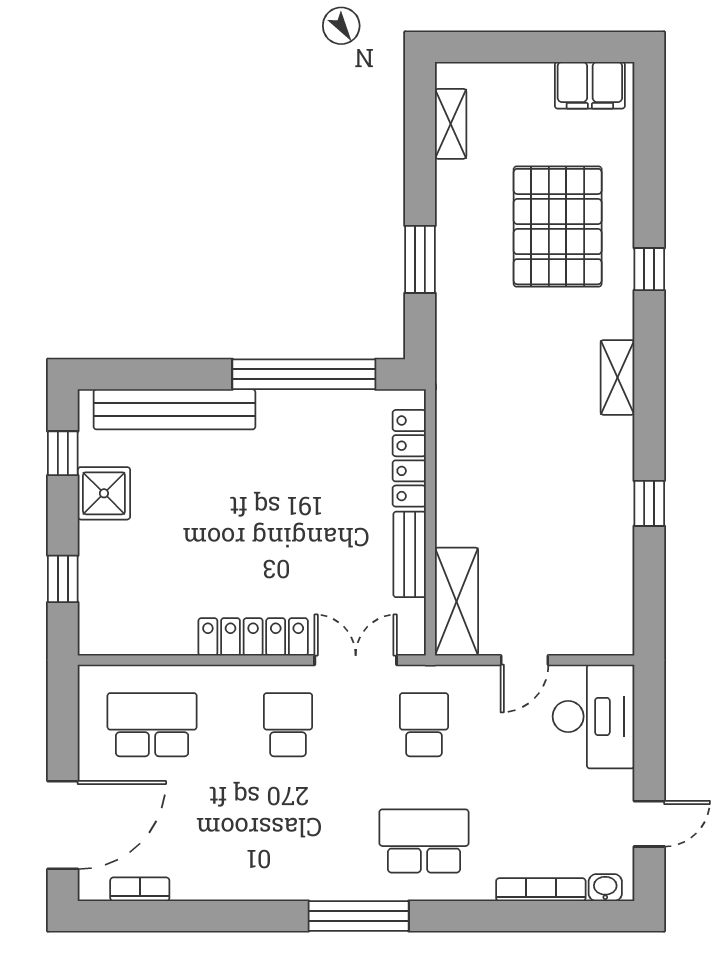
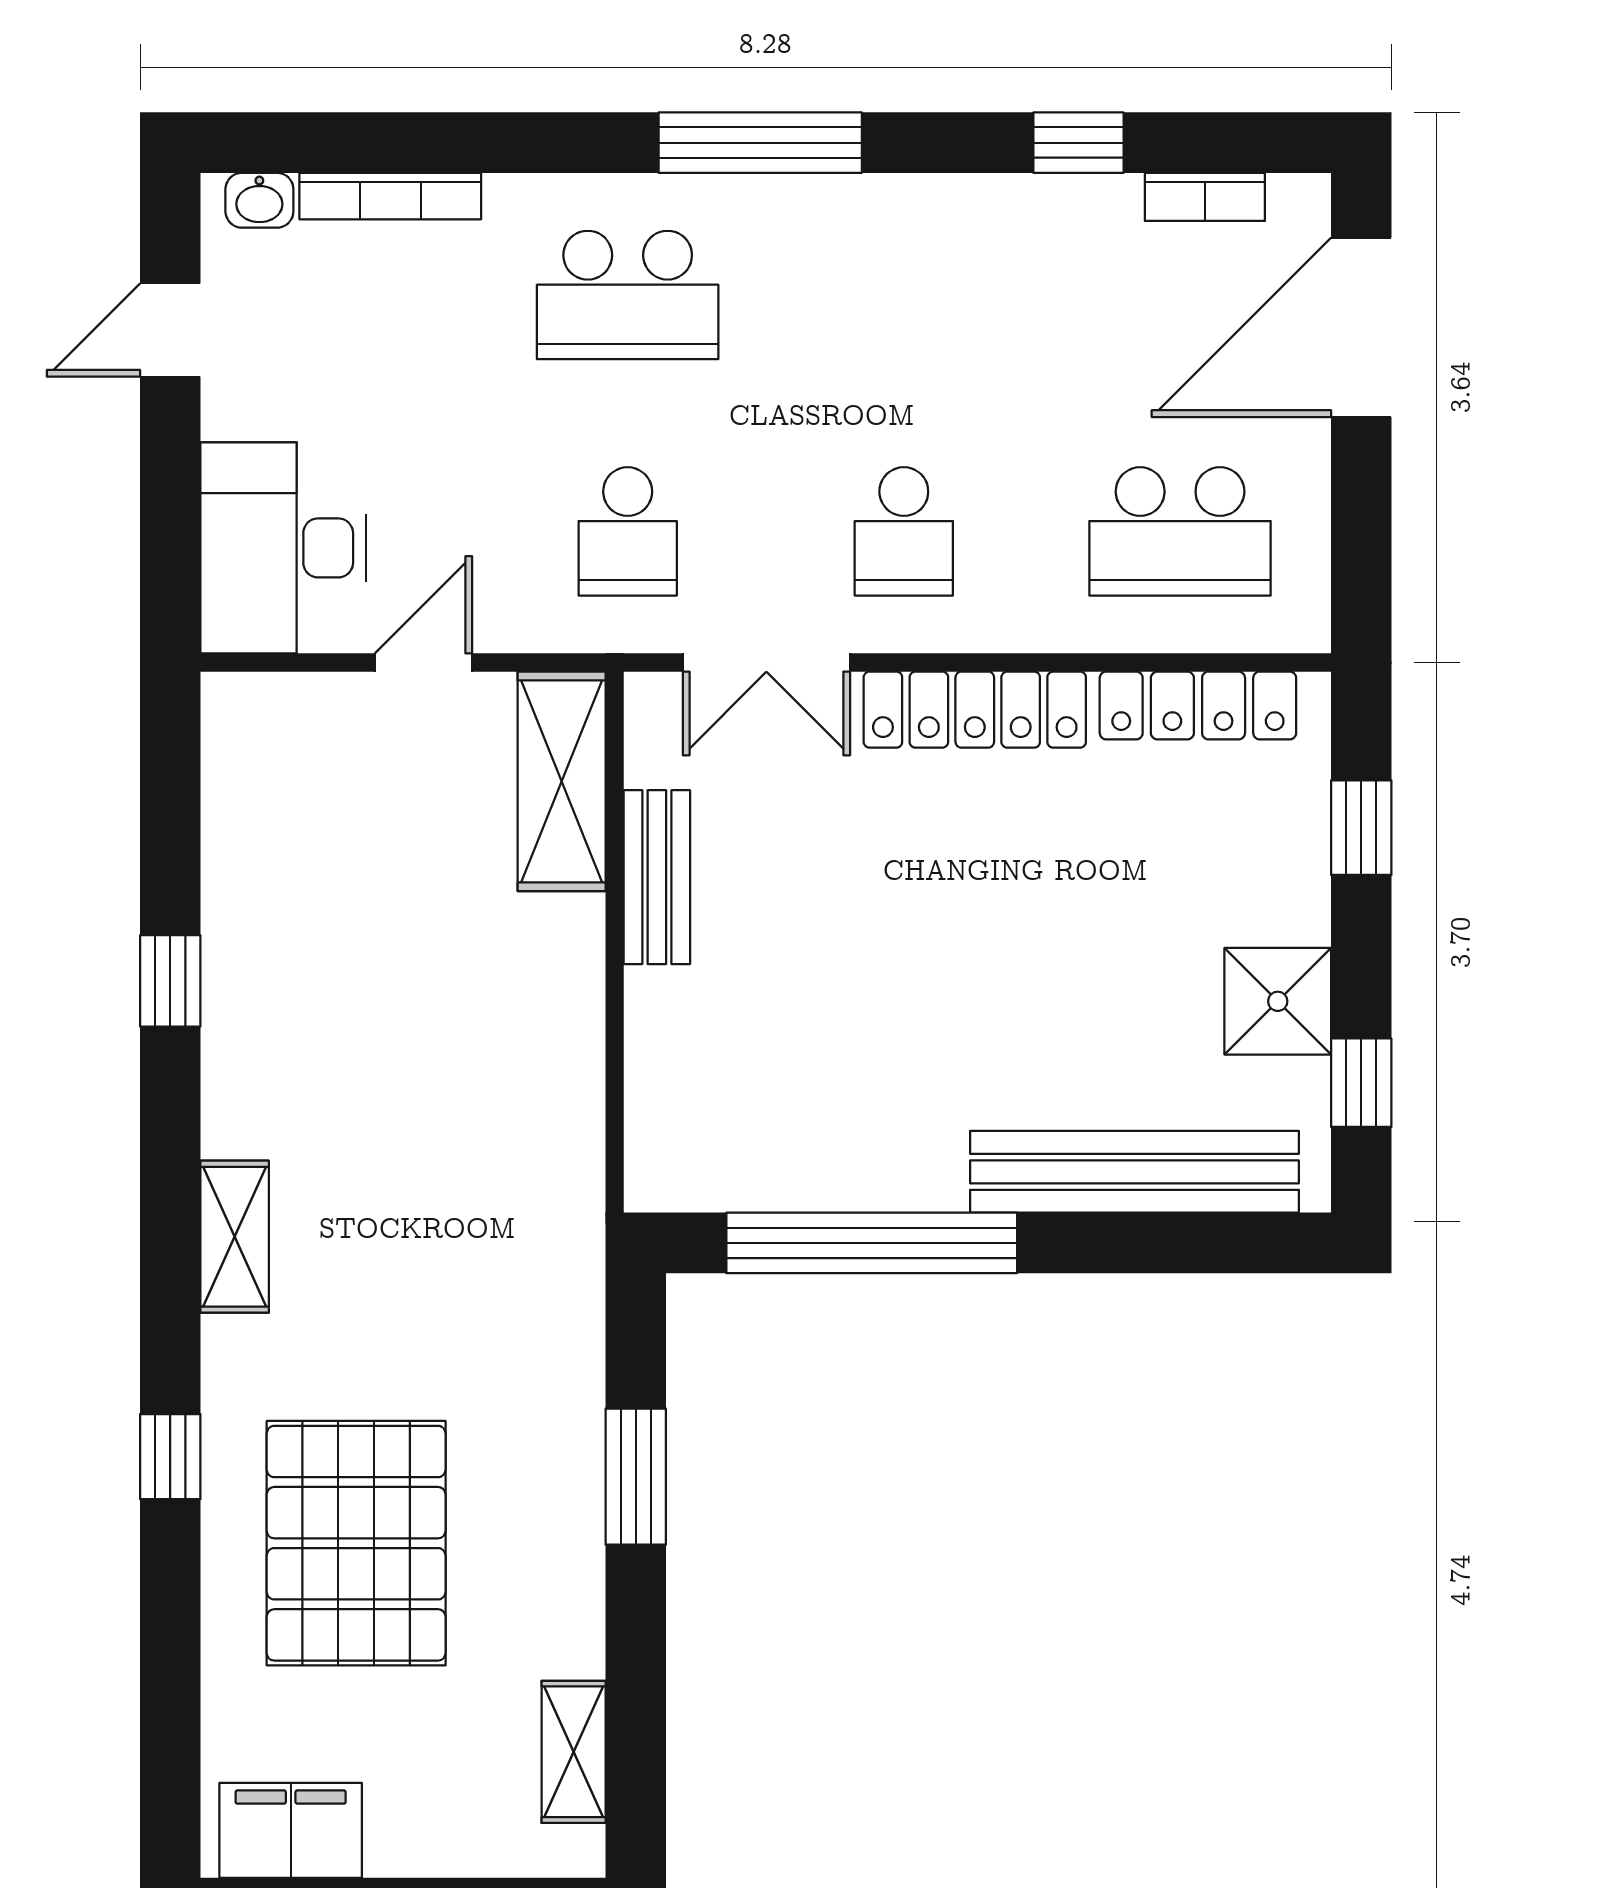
locker: (409, 458) -> (1198, 705), moved, turned 90
window: (202, 916) -> (1079, 143), added

